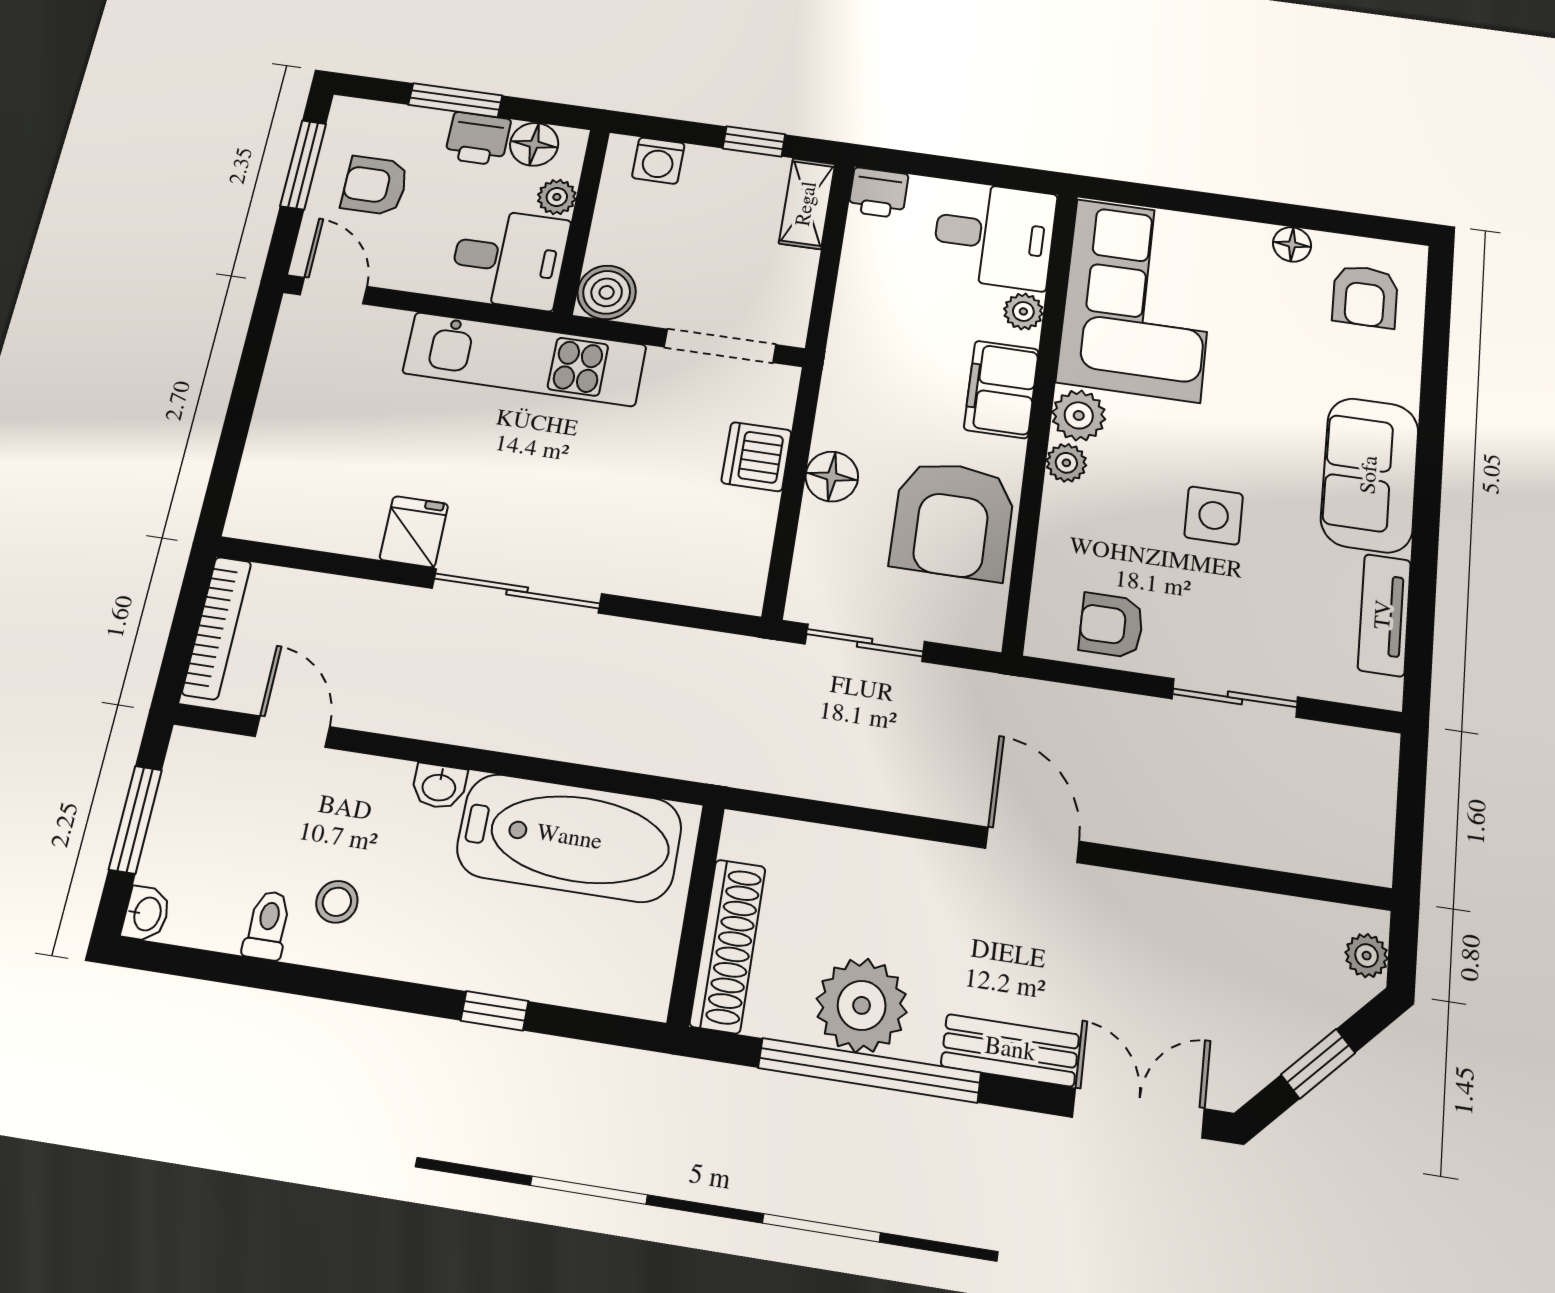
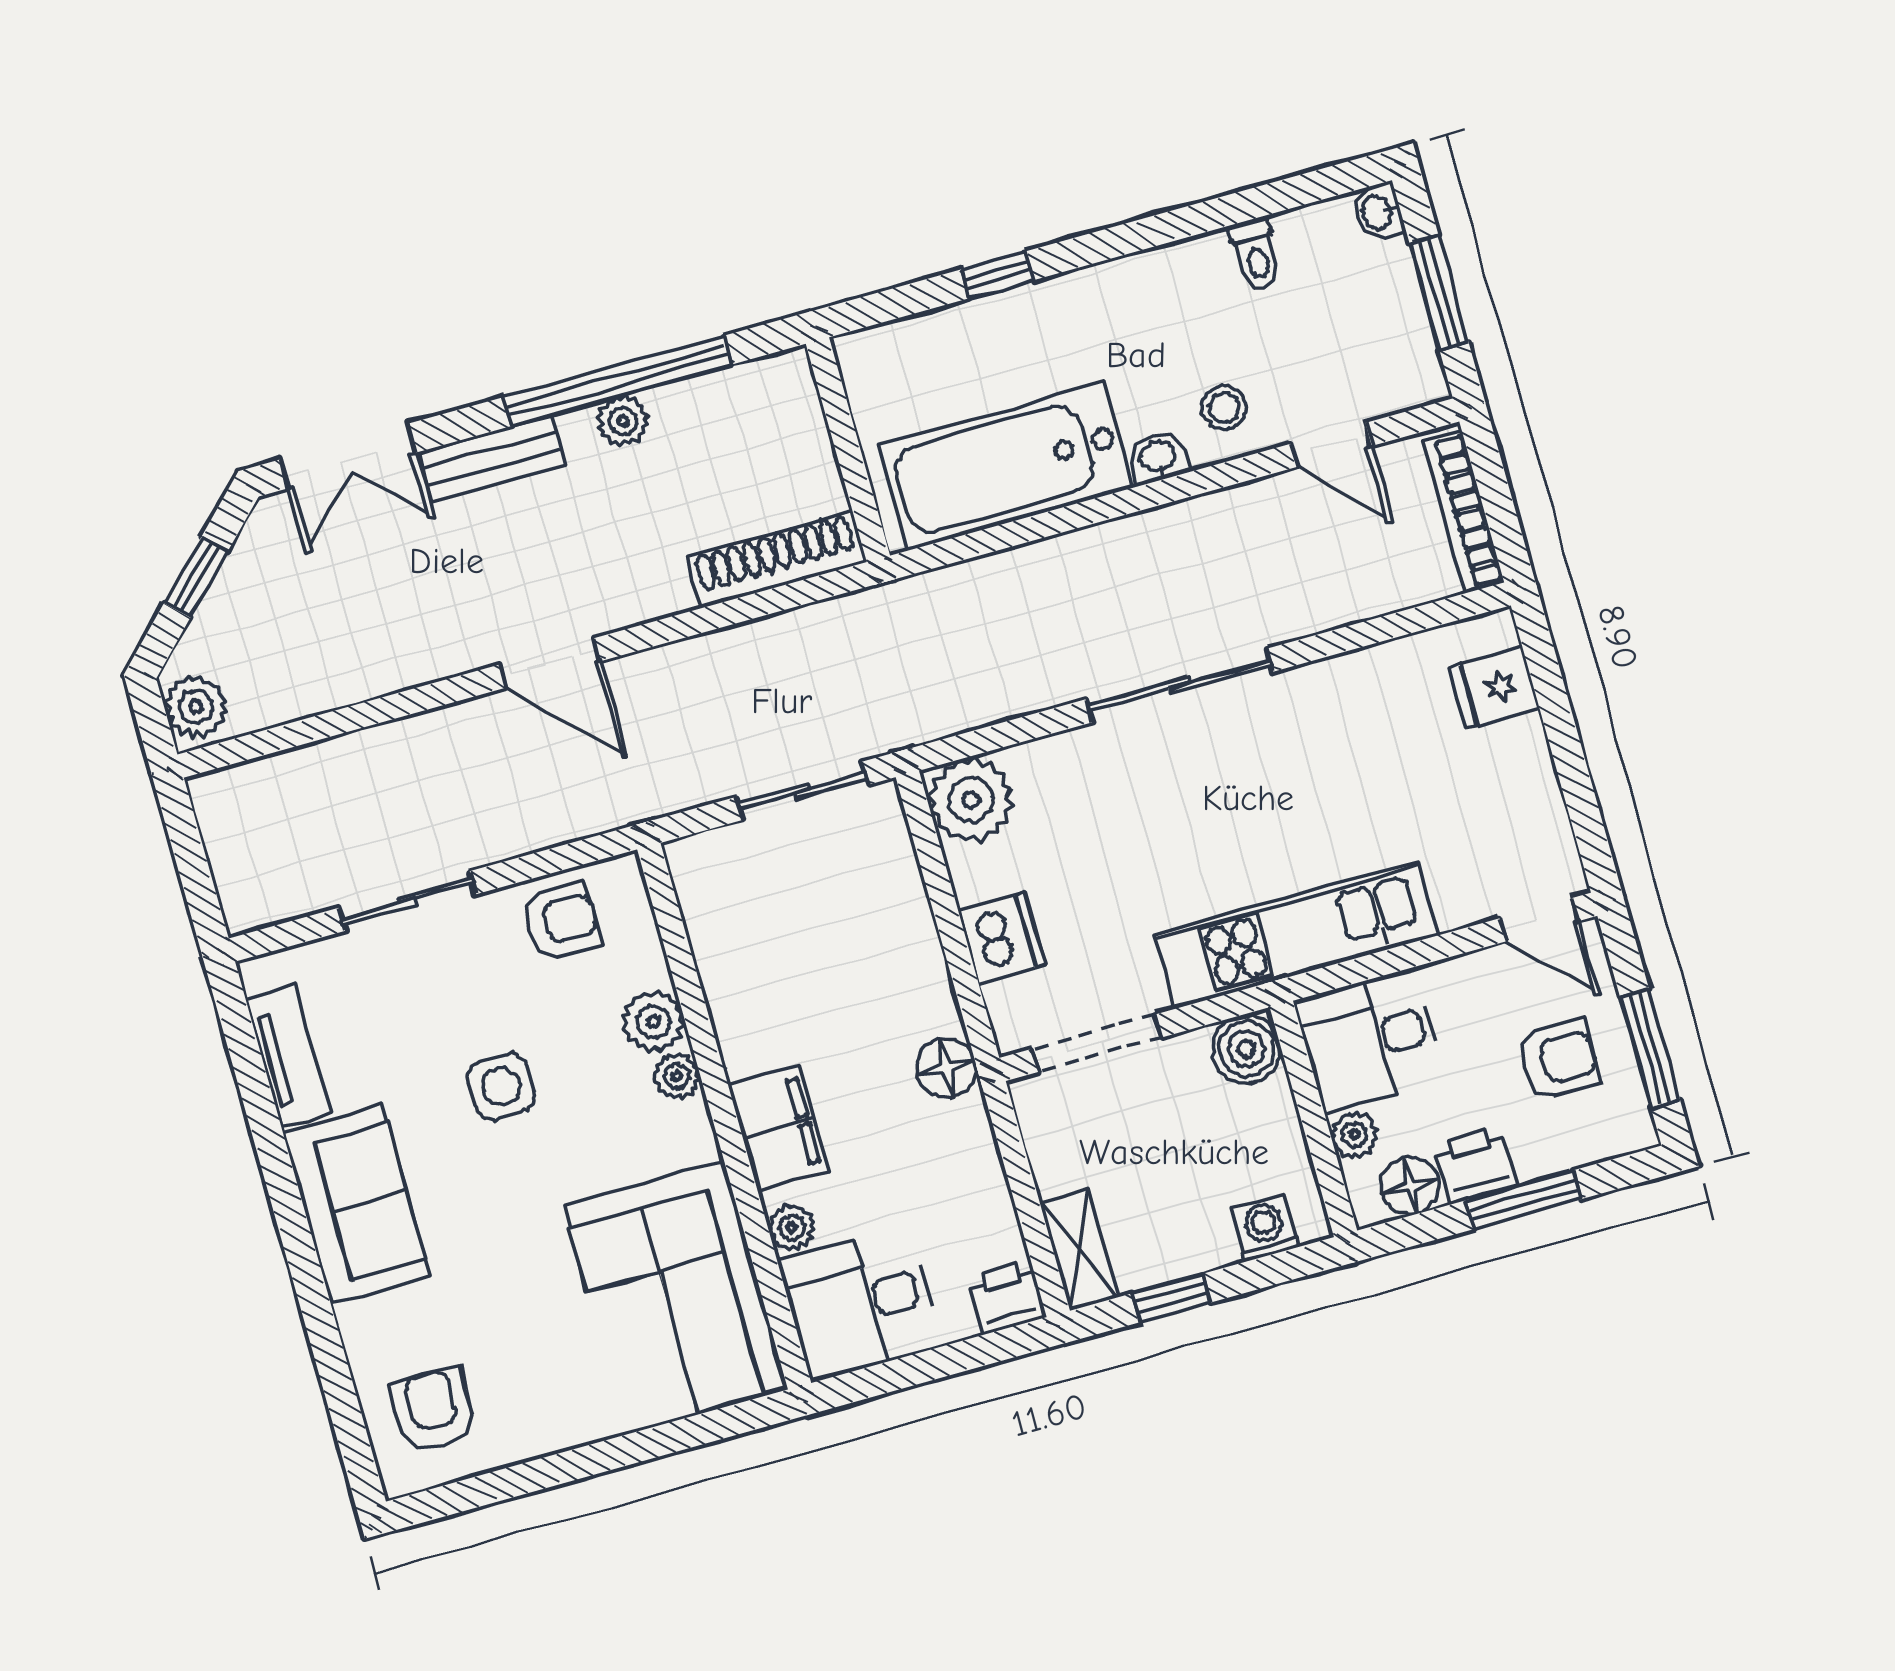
floor lamp: (1292, 244) -> (534, 1437), removed
plant: (1079, 415) -> (653, 1022), moved
floor lamp: (832, 477) -> (946, 1068), moved
armchair: (953, 520) -> (769, 961), removed
fridge: (414, 532) -> (1495, 688), moved, turned 90
plant: (730, 575) -> (971, 800), added
stool: (337, 902) -> (1224, 408), moved
shoe rack: (728, 946) -> (776, 560), moved, turned 90
plant: (1367, 956) -> (196, 707), width x1.38, depth x1.38
plant: (862, 1005) -> (623, 421), width x0.53, depth x0.53

